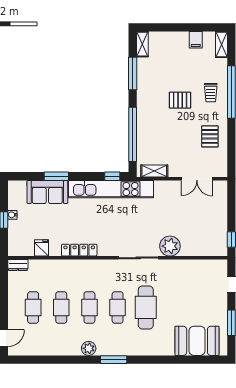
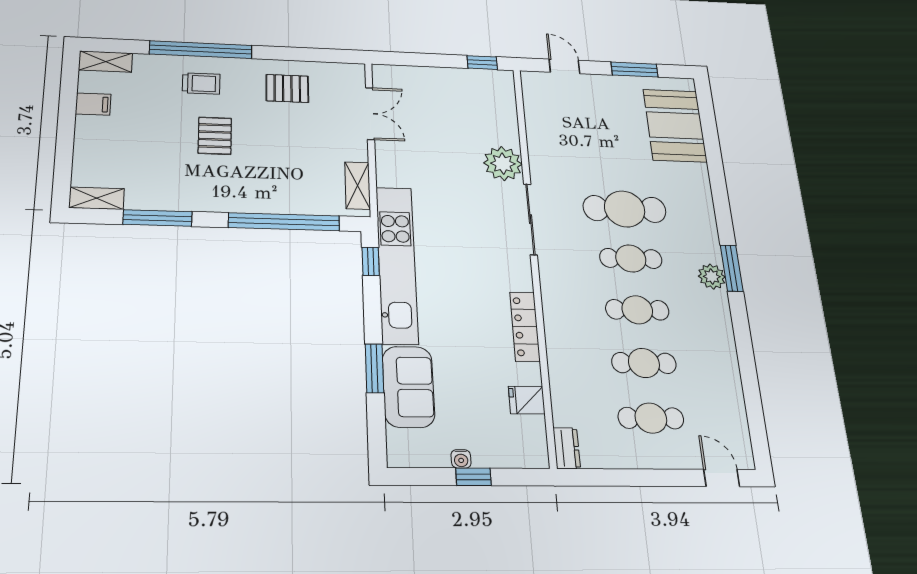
plant: (89, 348) -> (712, 277), moved

